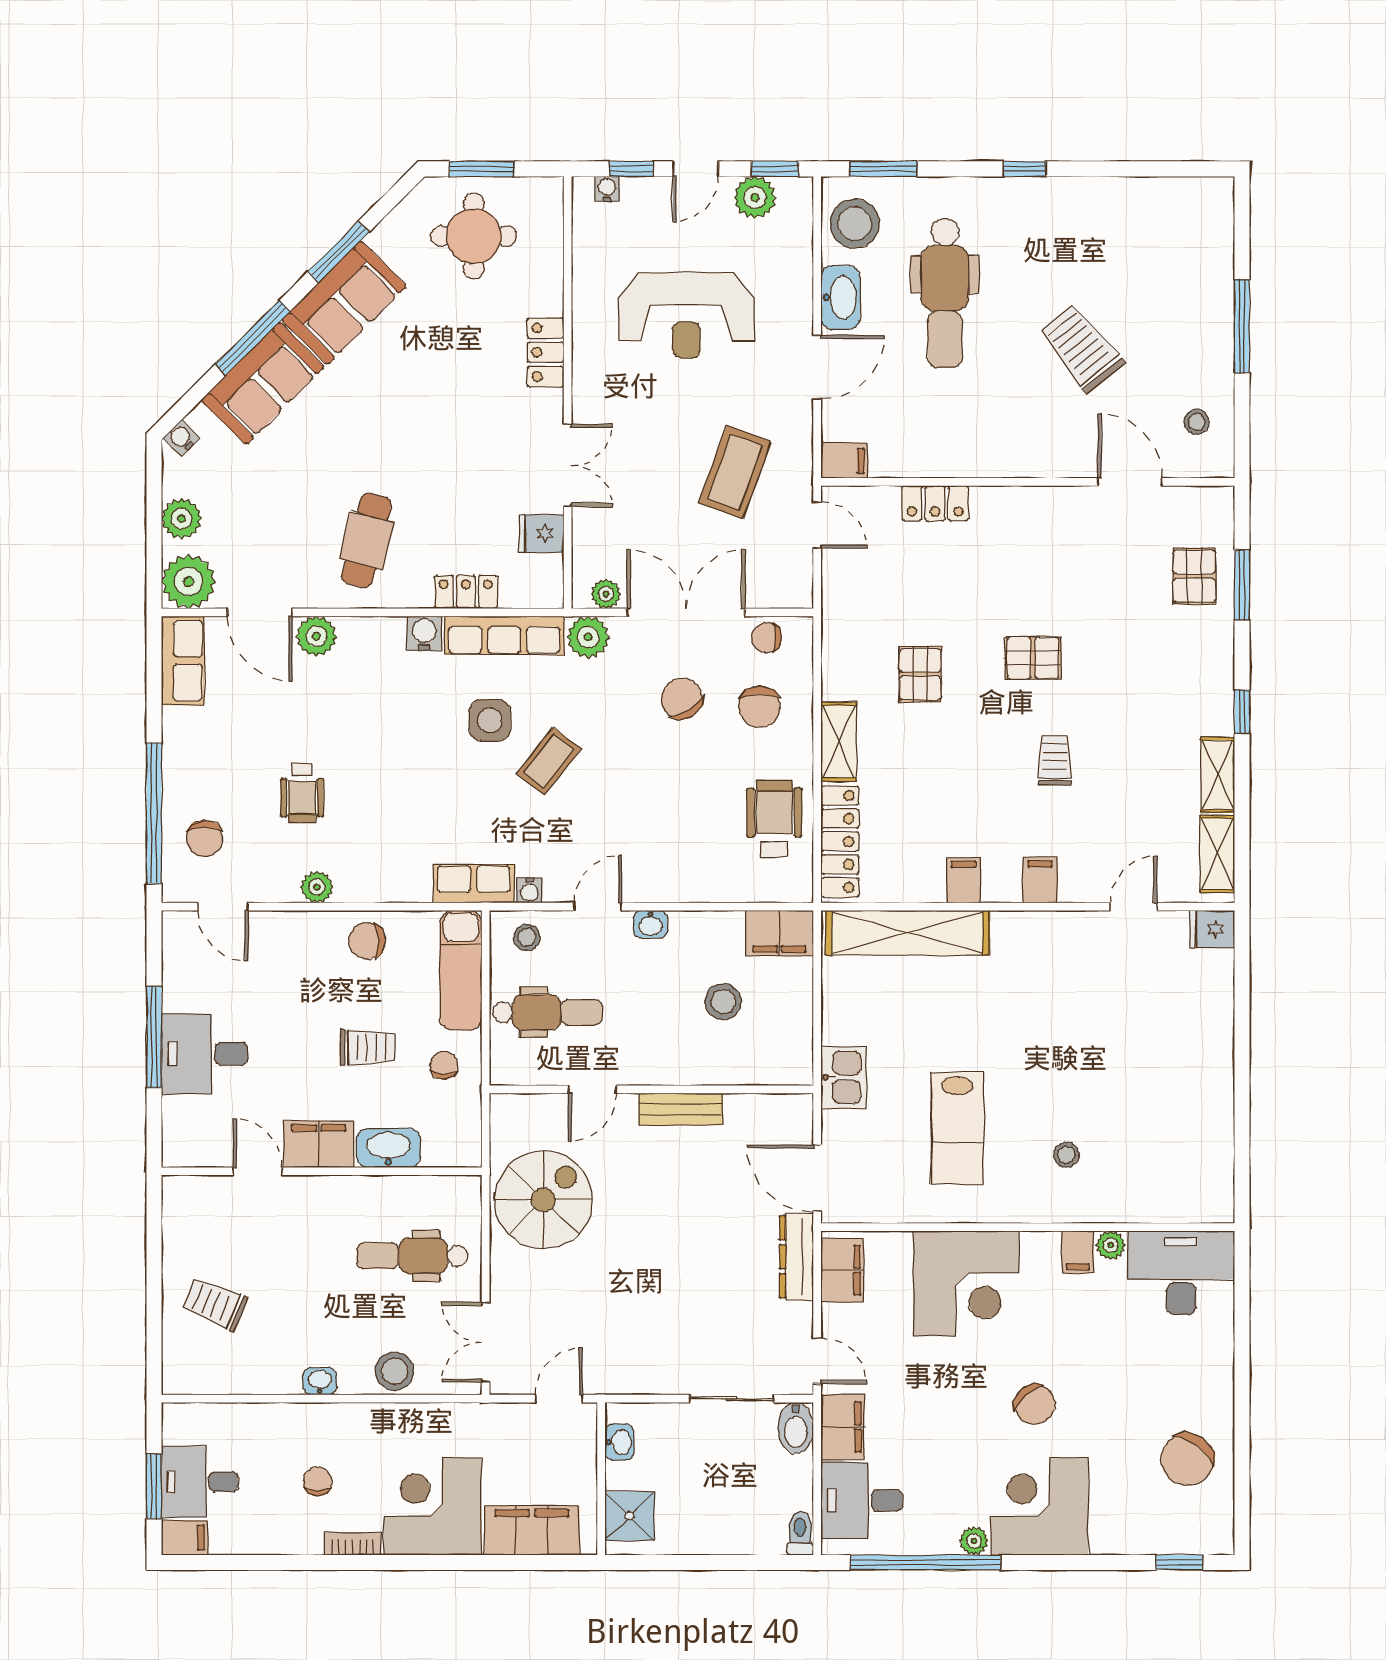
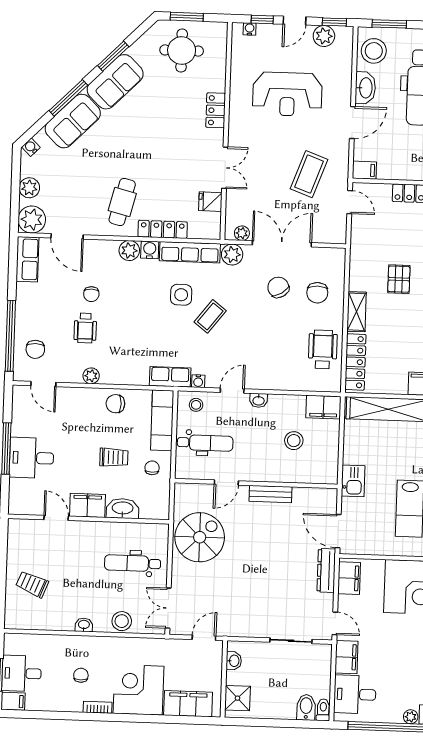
locker: (466, 592) -> (163, 229), width x1.53
plant: (316, 636) -> (129, 251), moved
chair: (767, 638) -> (91, 294), moved, turned -90
bidet: (796, 1428) -> (306, 707), moved, turned 180

